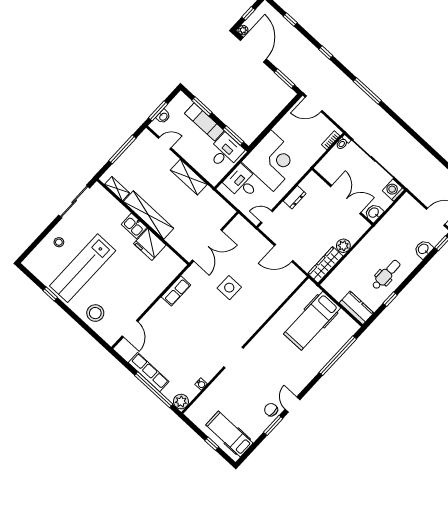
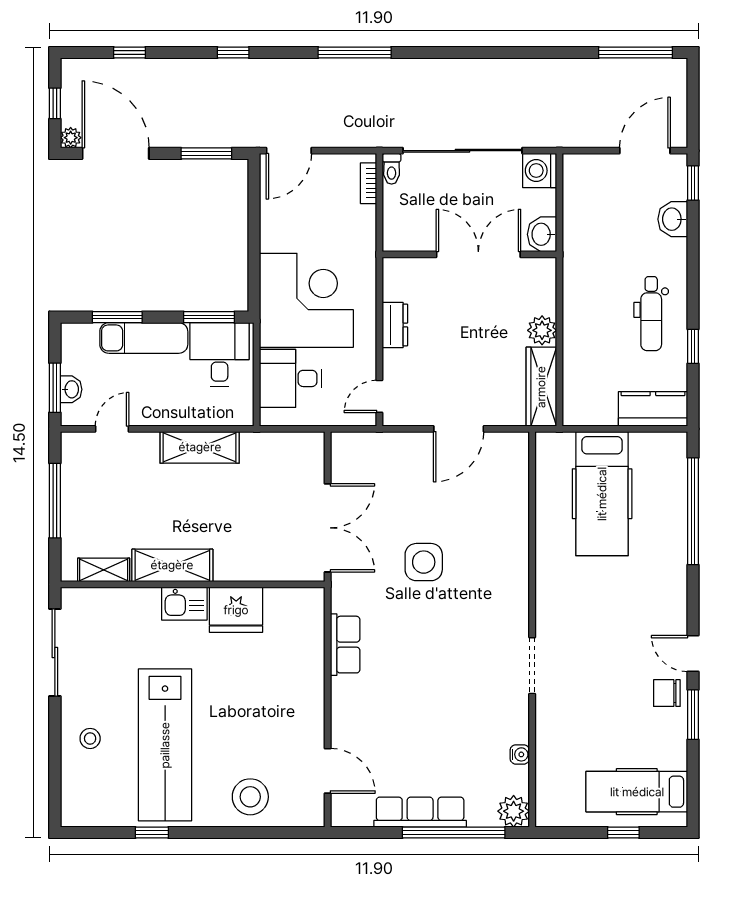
shelving: (149, 215) -> (172, 565), width x0.68
dental chair: (386, 275) -> (651, 314), turned 180

